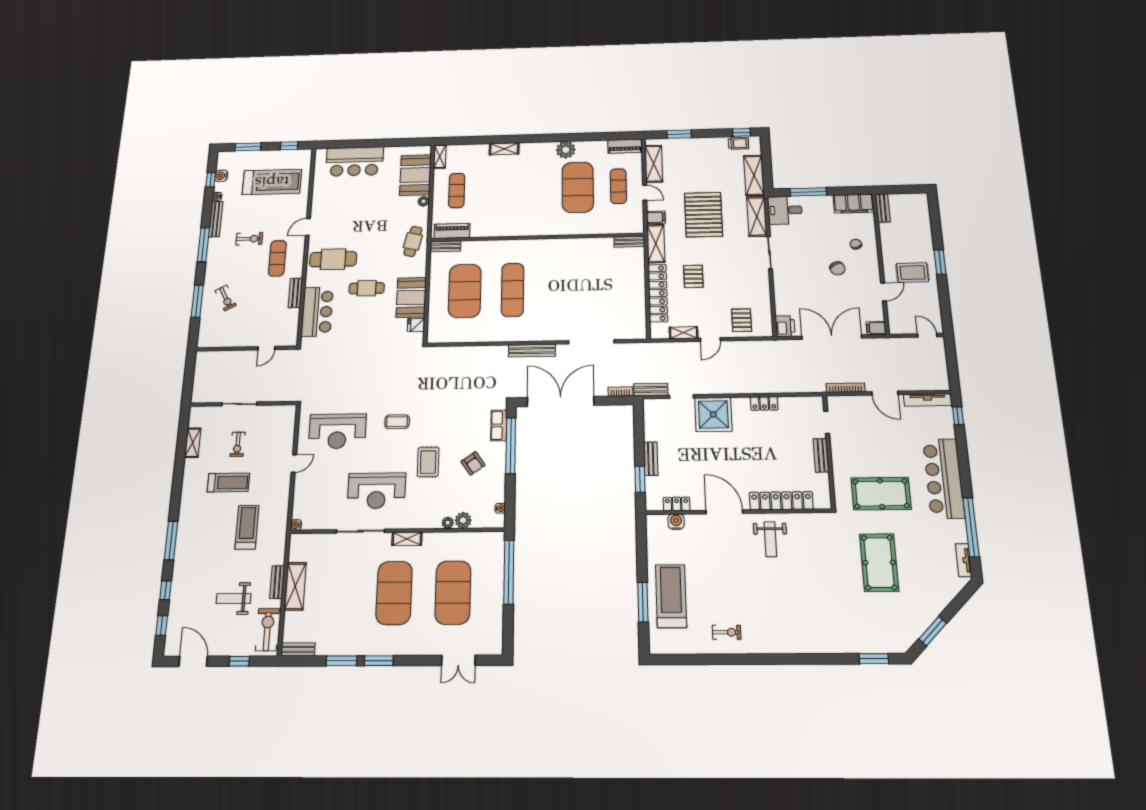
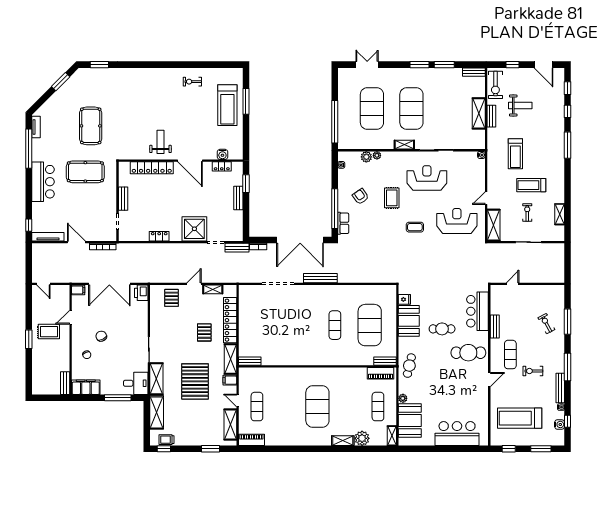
plant: (566, 150) -> (362, 438), moved
exercise mat: (578, 187) -> (317, 407), moved
exercise mat: (513, 290) -> (335, 325), width x0.73, depth x0.69
shelving: (286, 426) -> (493, 225), added
bar counter: (944, 478) -> (43, 182), width x0.73

